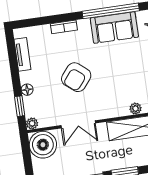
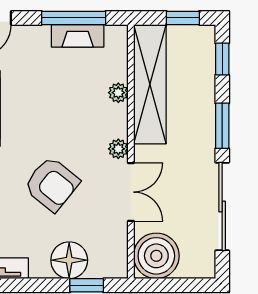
floor lamp: (27, 90) -> (69, 260), width x1.89, depth x1.89
plant: (32, 123) -> (118, 149), moved

